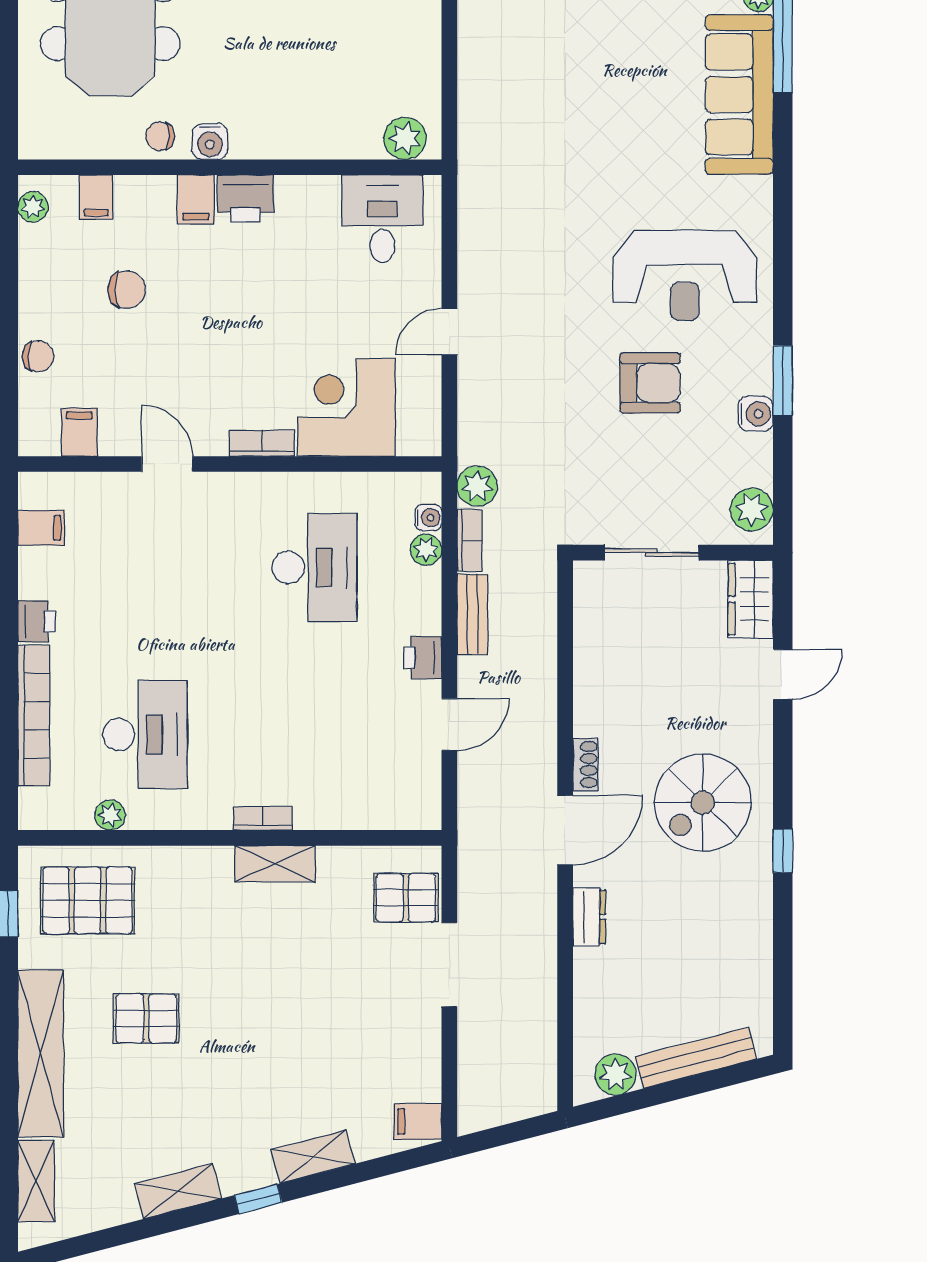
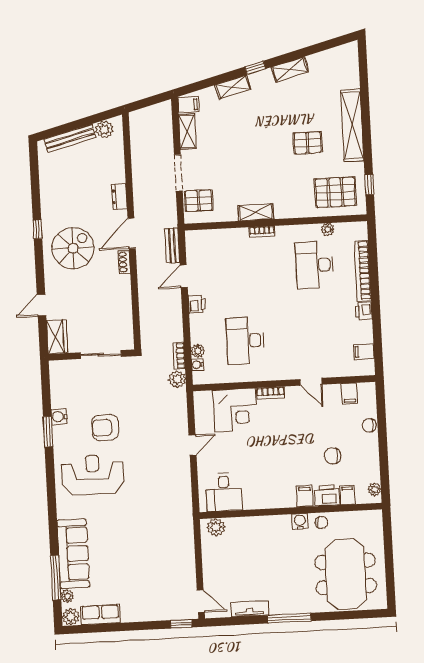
printer: (245, 198) -> (327, 496), moved
plant: (752, 510) -> (59, 375), removed
bench: (472, 614) -> (172, 246), moved
shelving: (36, 1181) -> (187, 131), moved

